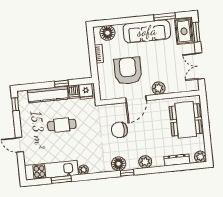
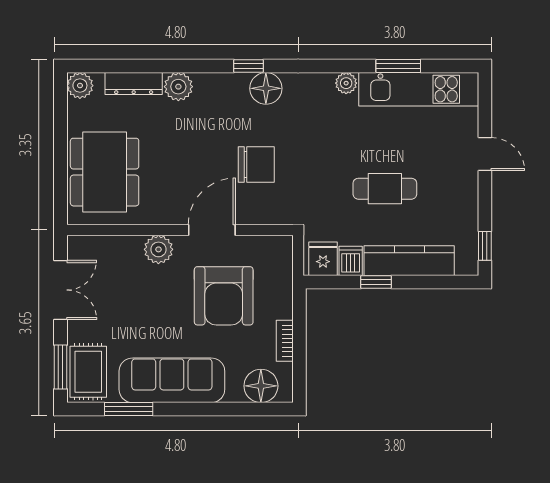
plant: (145, 162) -> (178, 87), moved

